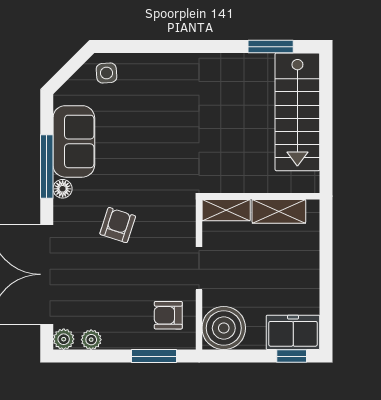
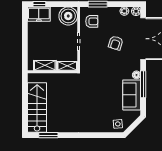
armchair: (118, 225) -> (116, 43), moved

